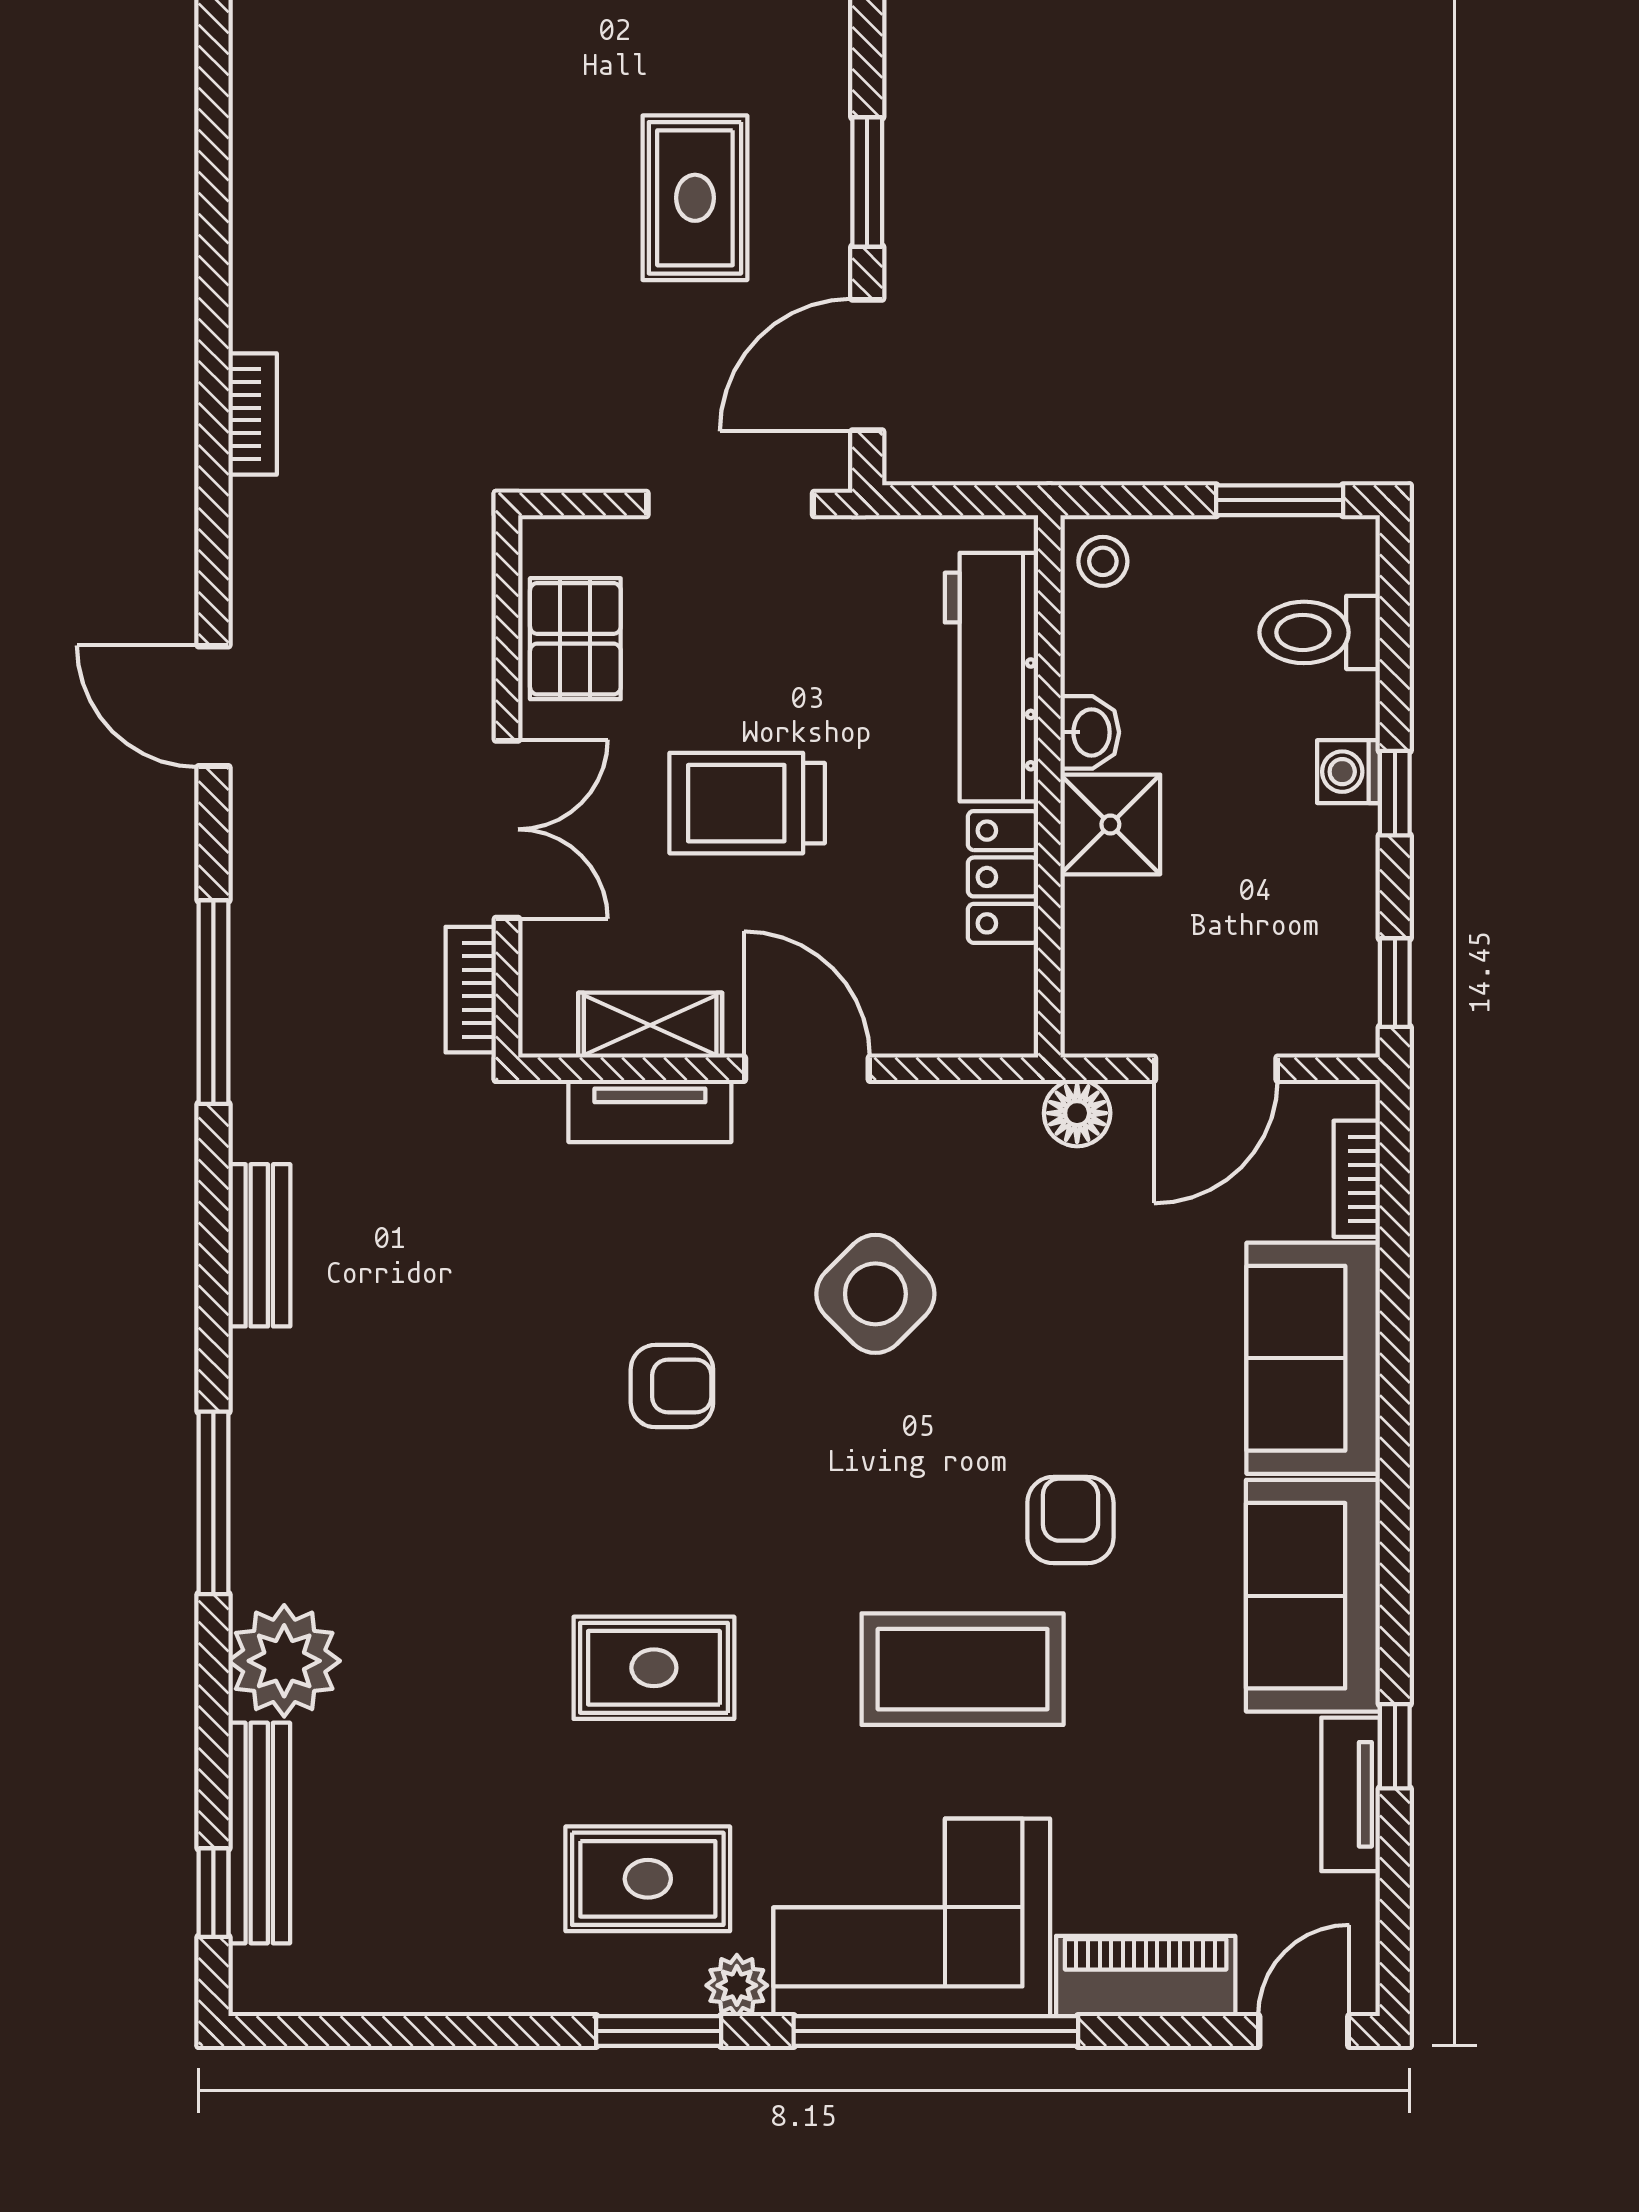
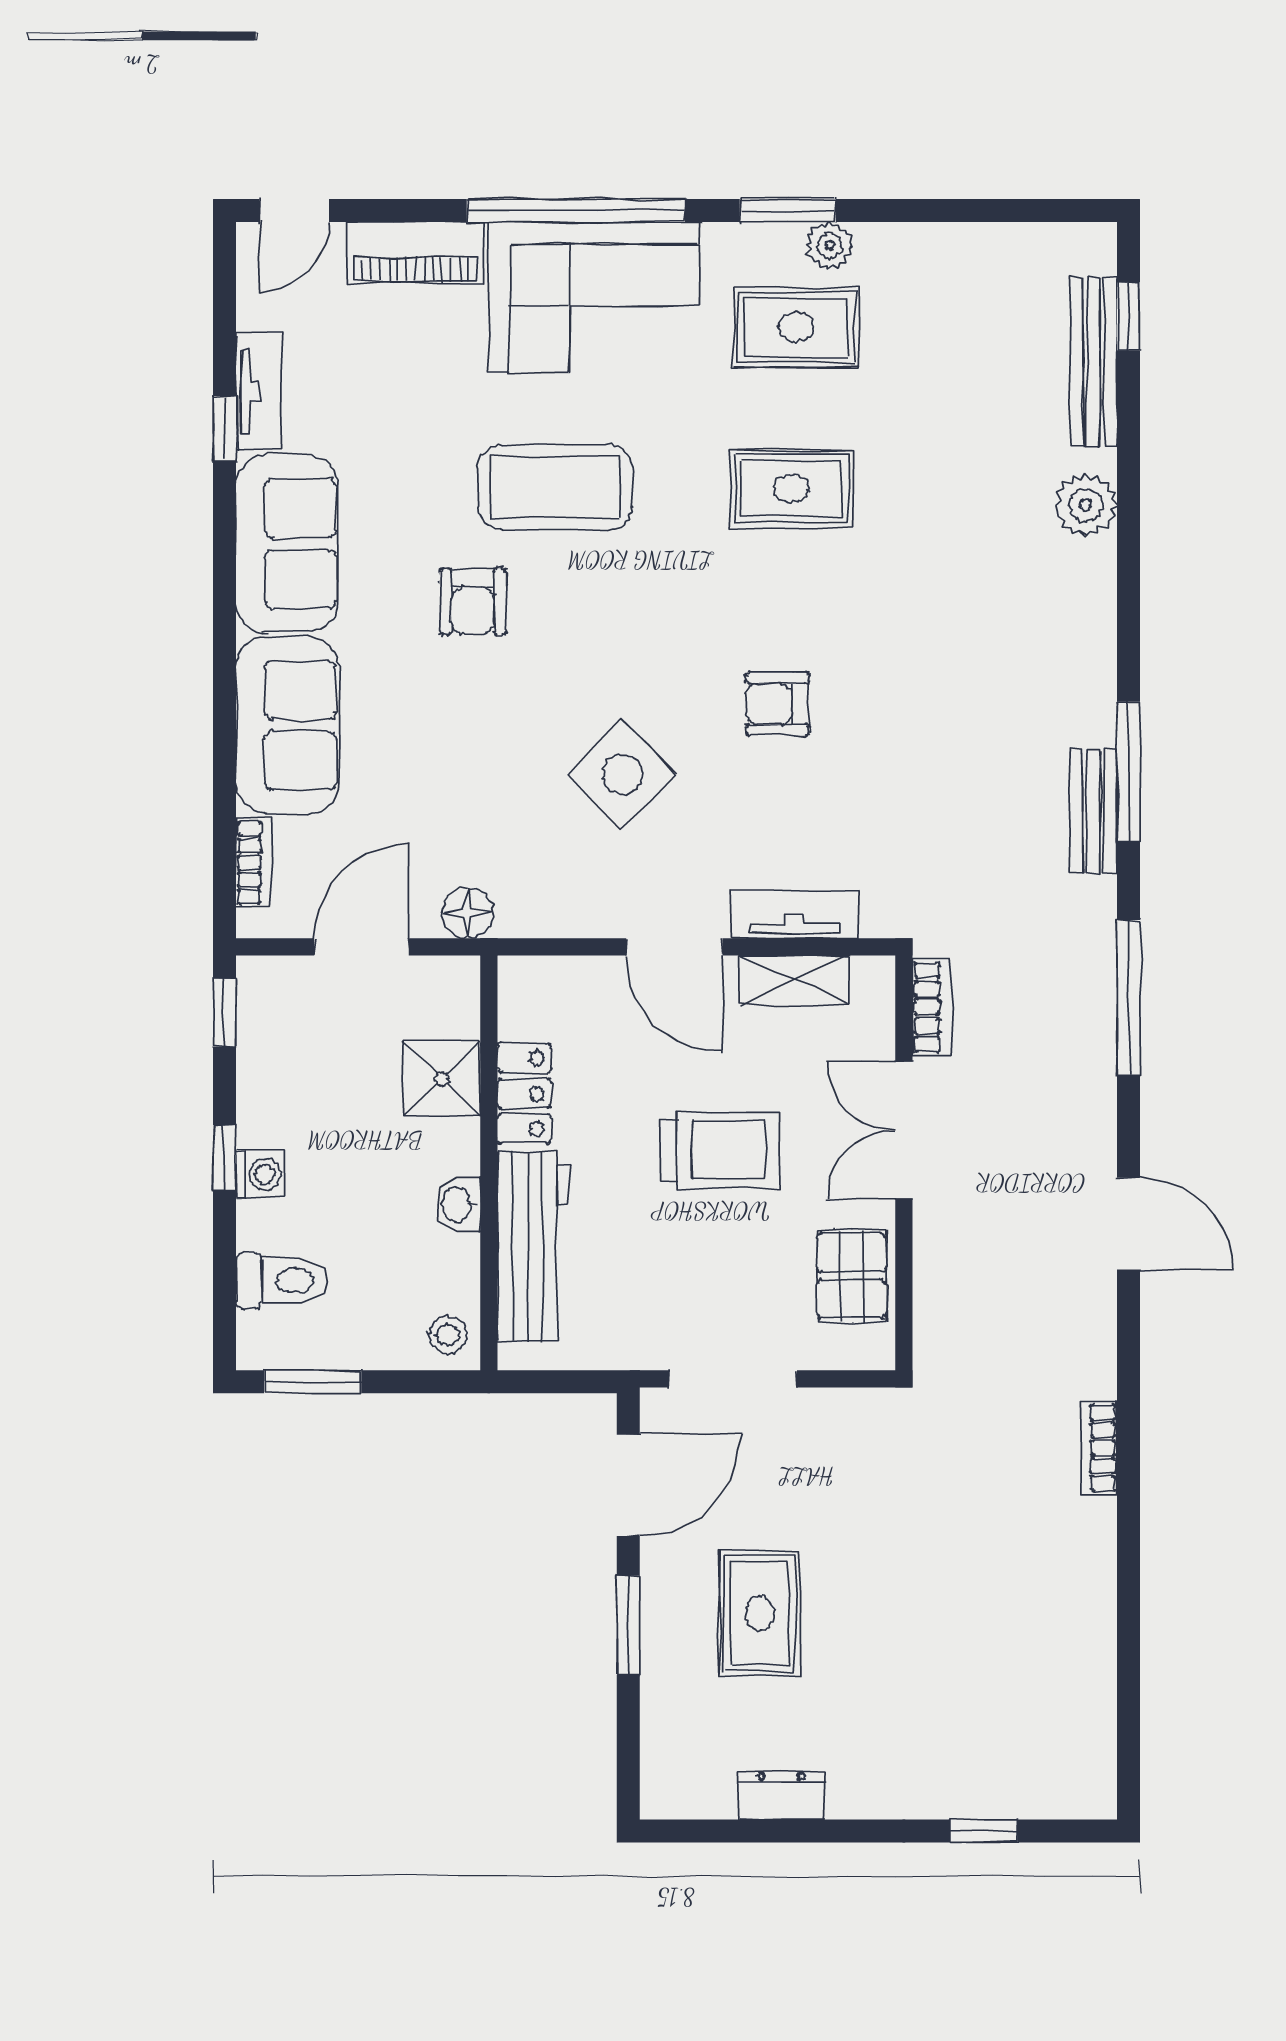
shower: (1110, 824) -> (442, 1079), moved
window: (213, 1503) -> (1128, 772), moved
plant: (284, 1661) -> (1086, 505), width x0.73, depth x0.73
plant: (737, 1985) -> (829, 245), moved

